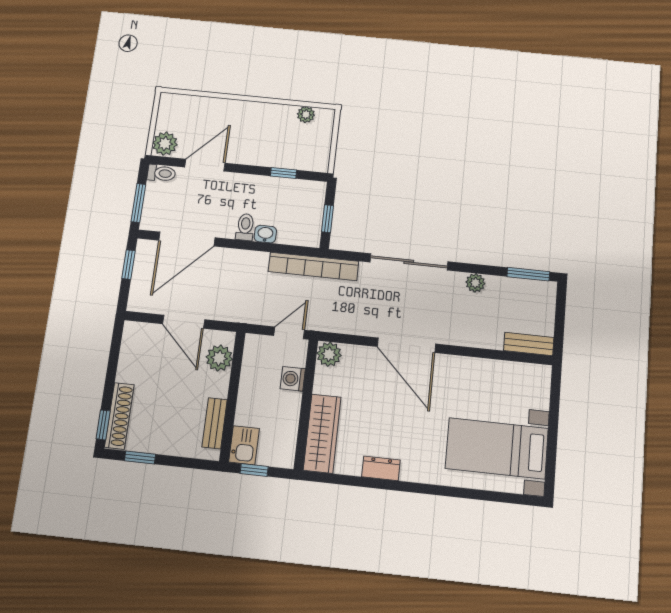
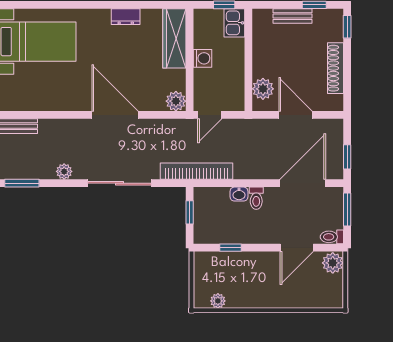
washing machine: (293, 379) -> (202, 58), moved
shoe rack: (119, 416) -> (335, 68), moved
bench: (215, 423) -> (293, 16), moved, turned 90

